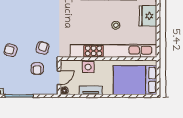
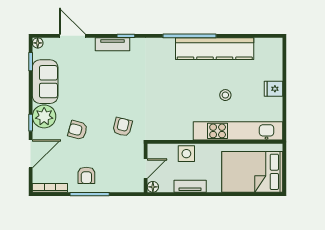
fridge: (148, 16) -> (273, 89), width x0.53, depth x0.75
kitchen unit: (113, 51) -> (238, 131), width x0.73
armchair: (37, 69) -> (86, 175), moved

